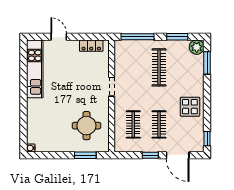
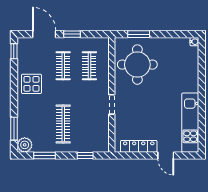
window: (137, 37) -> (85, 156), width x0.46
locker: (91, 46) -> (139, 146), width x1.53
round table: (86, 126) -> (137, 65), width x1.36, depth x1.36

